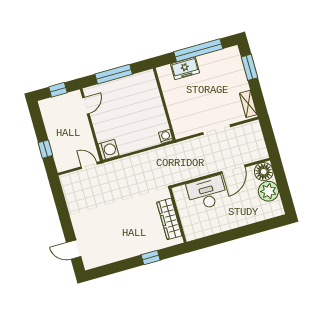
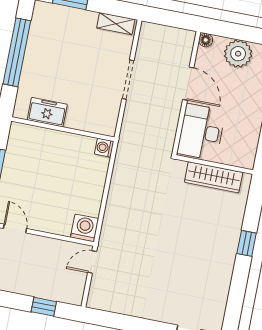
freezer: (185, 68) -> (47, 112), moved, turned -90
floor lamp: (264, 172) -> (206, 40), width x0.53, depth x0.53
wall: (178, 215) -> (214, 165), moved
wardrobe: (169, 219) -> (214, 177), moved

